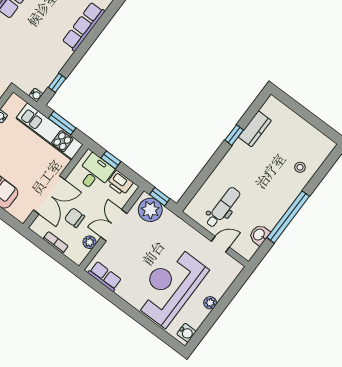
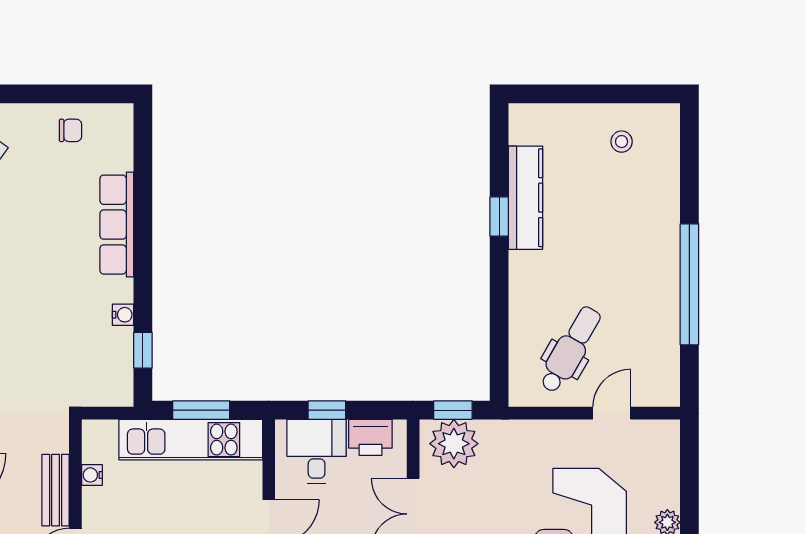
water cooler: (36, 95) -> (123, 315), moved
kitchen counter: (255, 129) -> (526, 198), width x1.50
stool: (300, 167) -> (622, 142), moved
dental chair: (223, 207) -> (570, 350), turned 30
washbasin: (259, 235) -> (664, 349), removed

